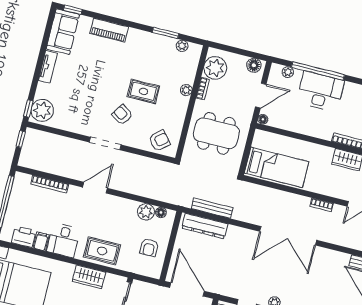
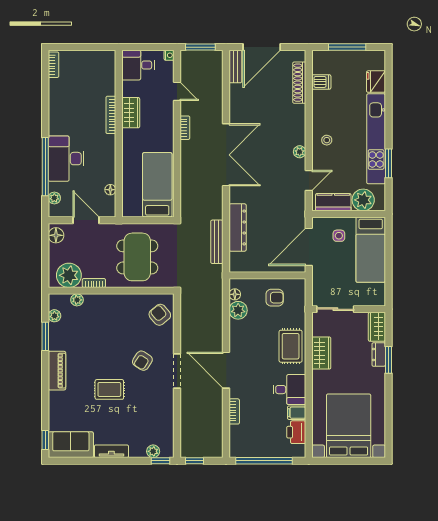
piano: (109, 30) -> (57, 371), moved
plant: (186, 90) -> (77, 300), moved
rug: (143, 91) -> (109, 389), moved, turned 90
plant: (42, 110) -> (153, 451), width x0.53, depth x0.53
floor lamp: (263, 119) -> (110, 190), moved
bookcase: (50, 184) -> (234, 411), width x0.64
door: (95, 188) -> (226, 370), width x1.36
dresser: (205, 226) -> (238, 227), moved

